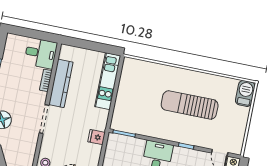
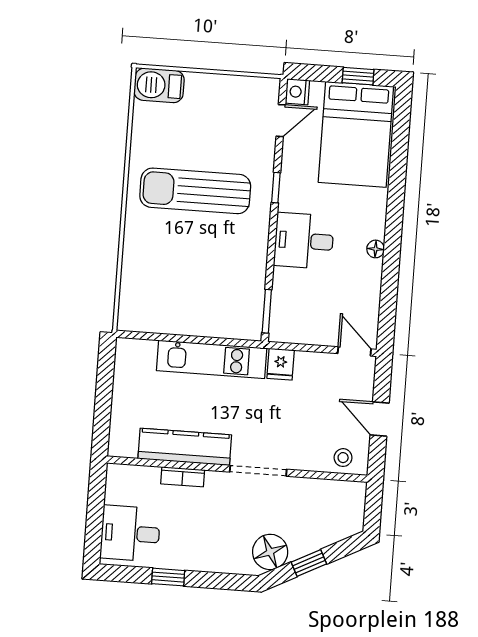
desk: (41, 53) -> (130, 533), moved, turned -90
kitchen unit: (108, 81) -> (212, 359), moved
sun lounger: (190, 105) -> (195, 191), turned 90

